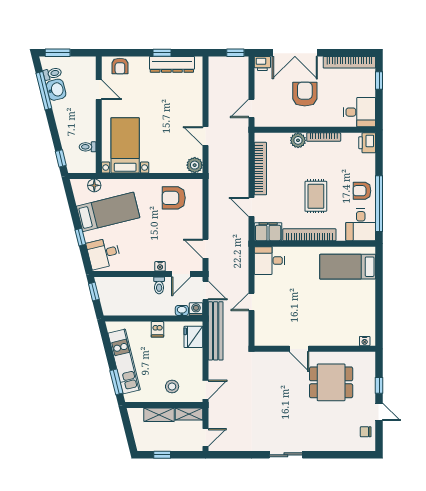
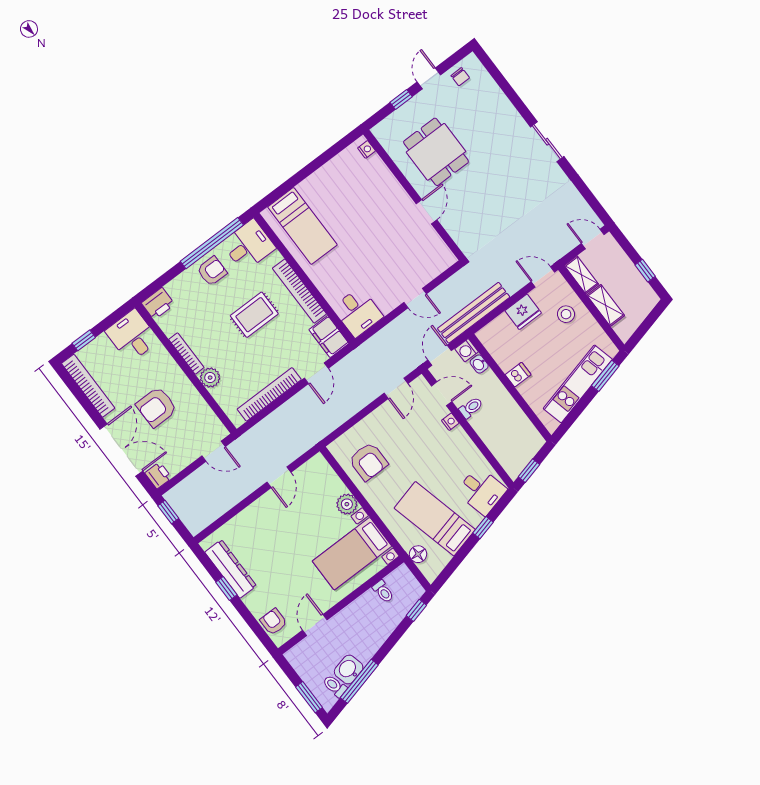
armchair: (120, 66) -> (274, 622), turned -90
plant: (195, 165) -> (347, 504), moved
armchair: (362, 191) -> (212, 271), turned -90
fridge: (193, 337) -> (523, 312), moved

